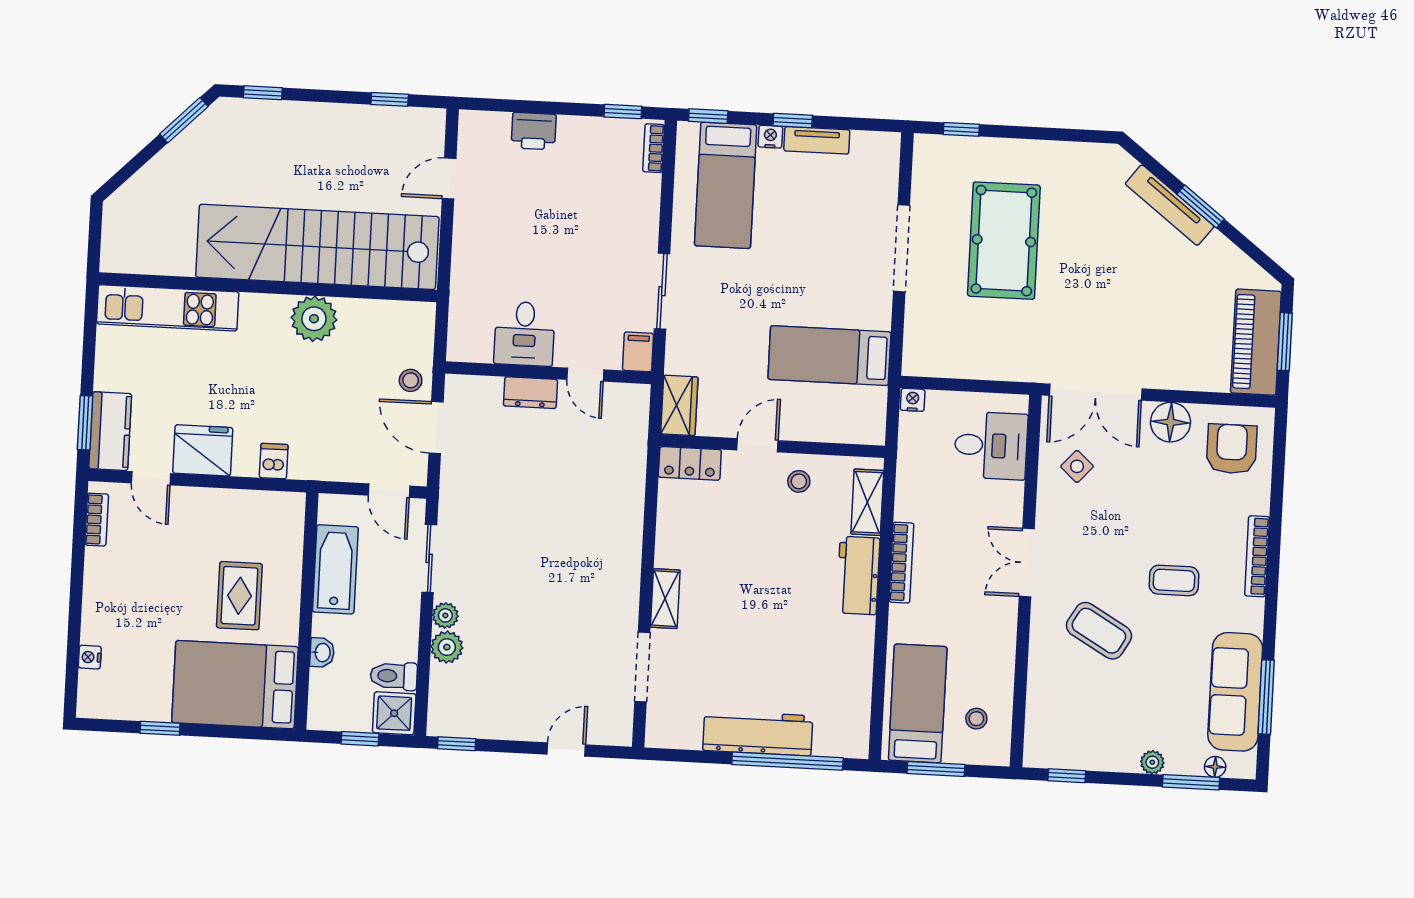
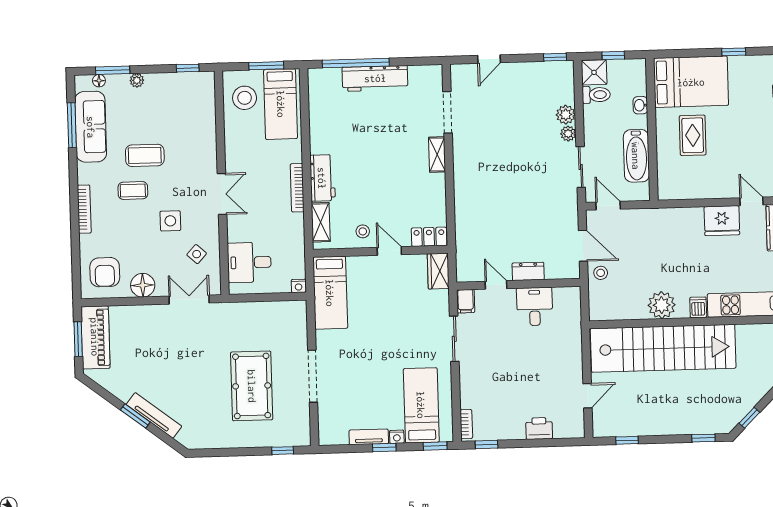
window: (184, 120) -> (749, 418), width x0.67
bed: (829, 356) -> (330, 293), moved, turned 90
double door: (1096, 392) -> (189, 300), width x0.73
door: (757, 445) -> (389, 251), swing flipped
dishwasher: (274, 461) -> (698, 307), moved, turned 180
side table: (1116, 525) -> (170, 221), added
coffee table: (1099, 631) -> (145, 155), moved, turned -30
stool: (976, 719) -> (245, 98), width x1.89, depth x1.89

